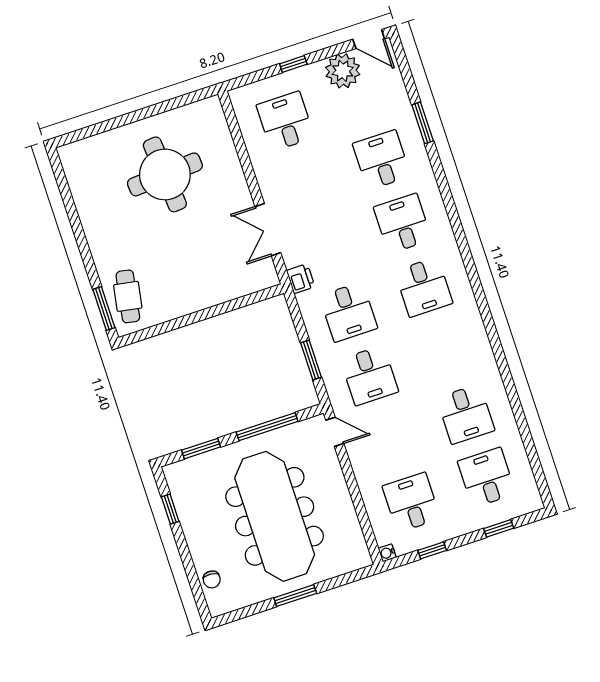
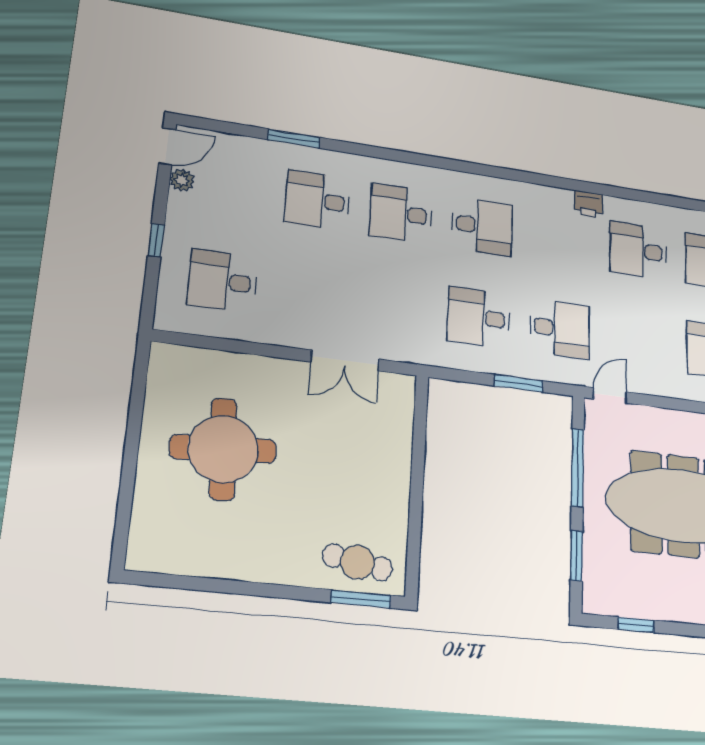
plant: (343, 71) -> (182, 180), width x0.53, depth x0.53
printer: (301, 279) -> (588, 204), moved, turned 180
desk: (348, 312) -> (479, 317), turned 180
desk: (466, 414) -> (638, 251), turned 180

